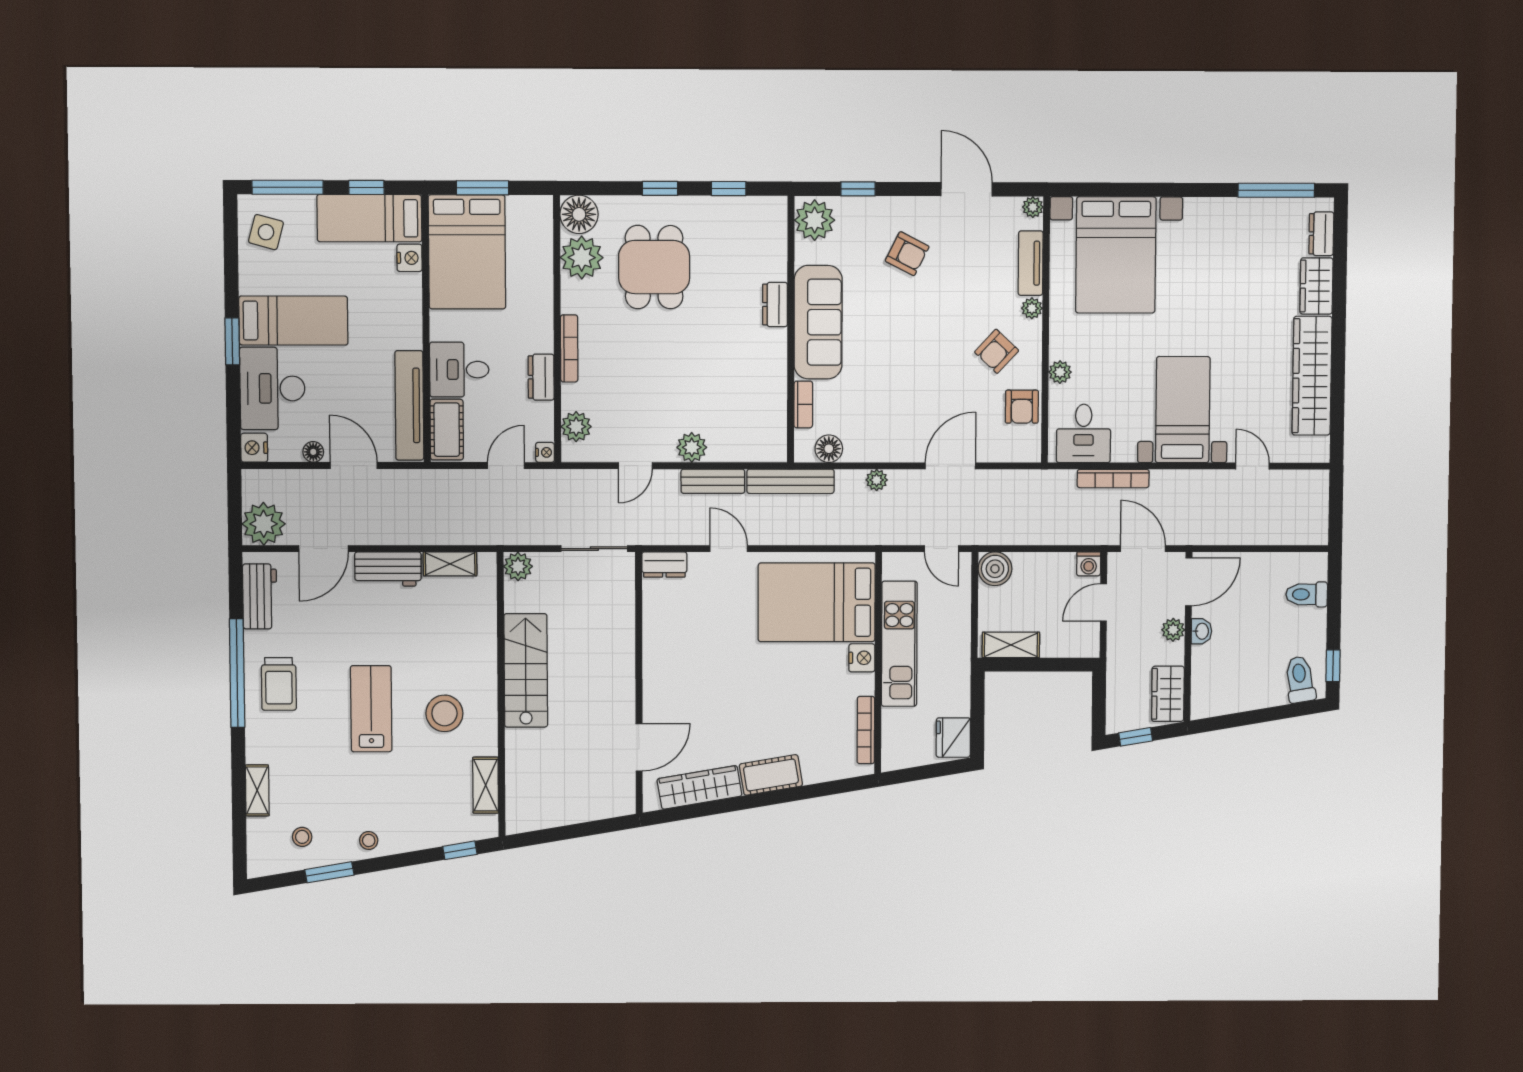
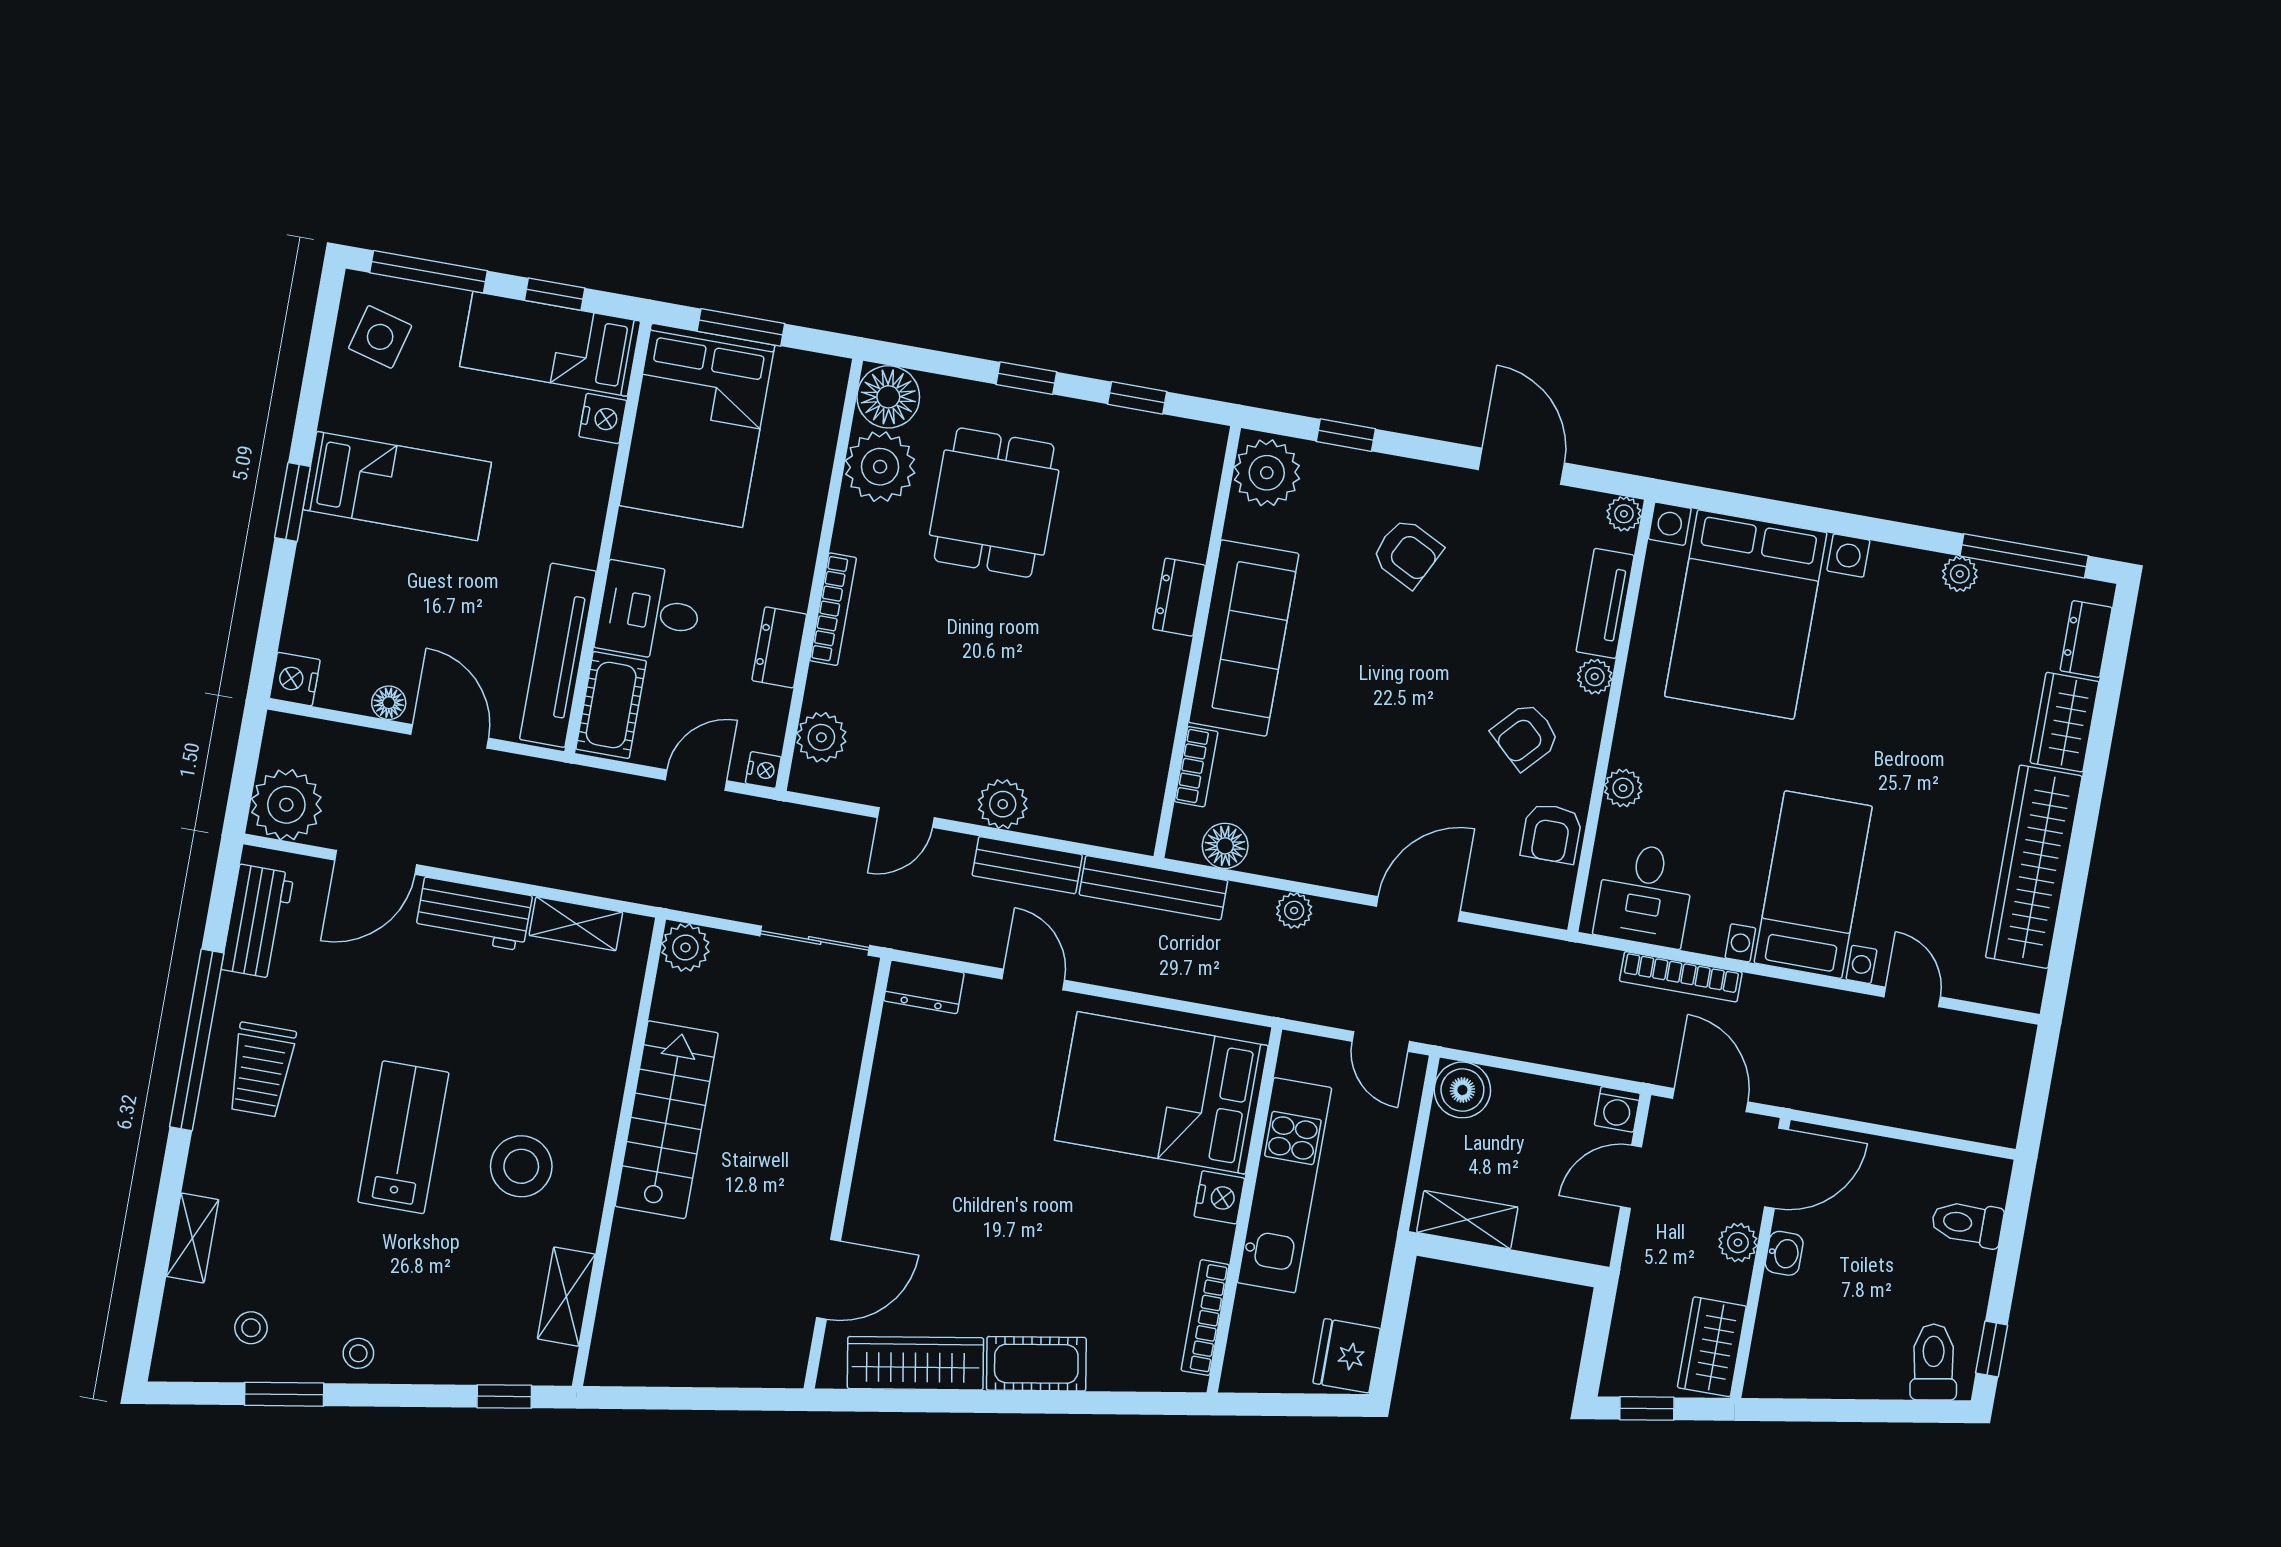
plant: (1240, 208) -> (1960, 574), added
desk: (272, 388) -> (342, 589), removed

